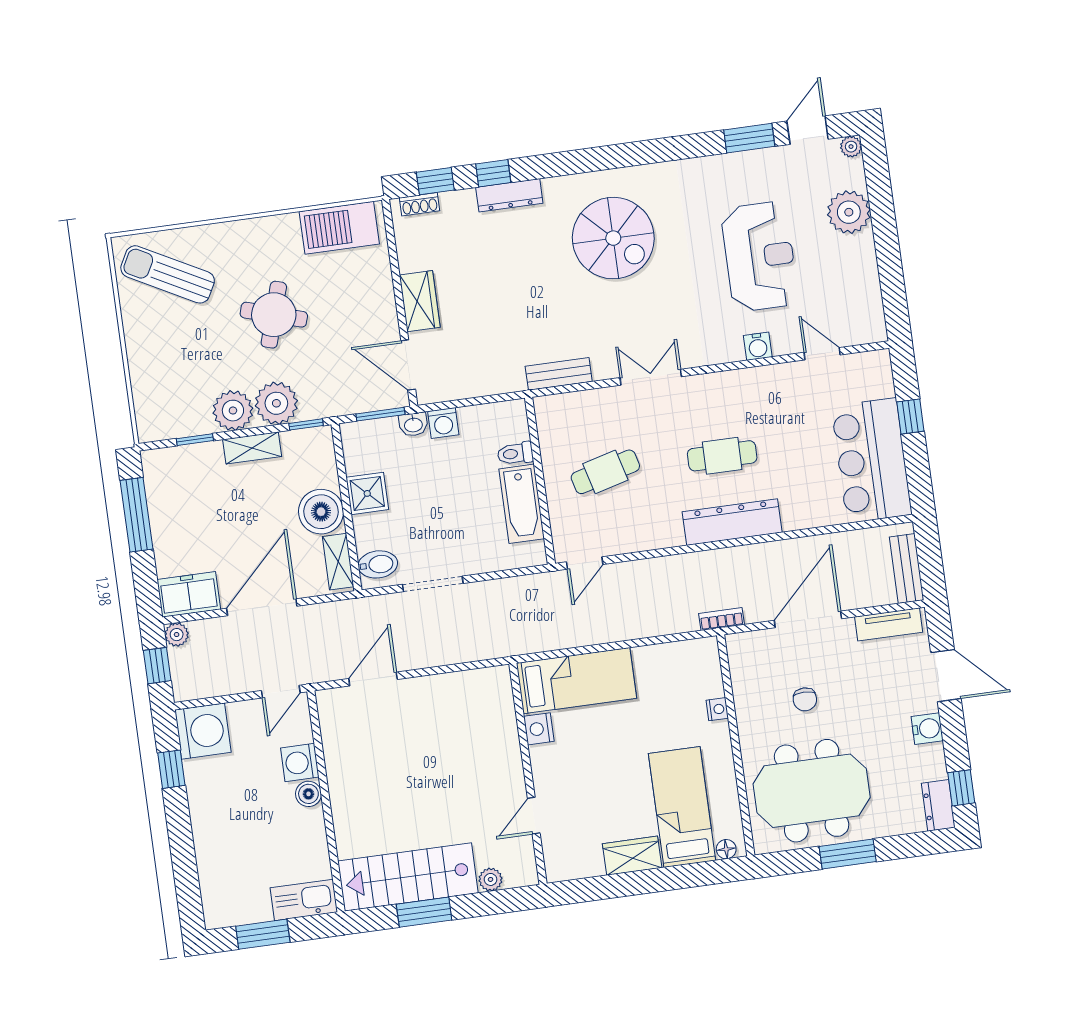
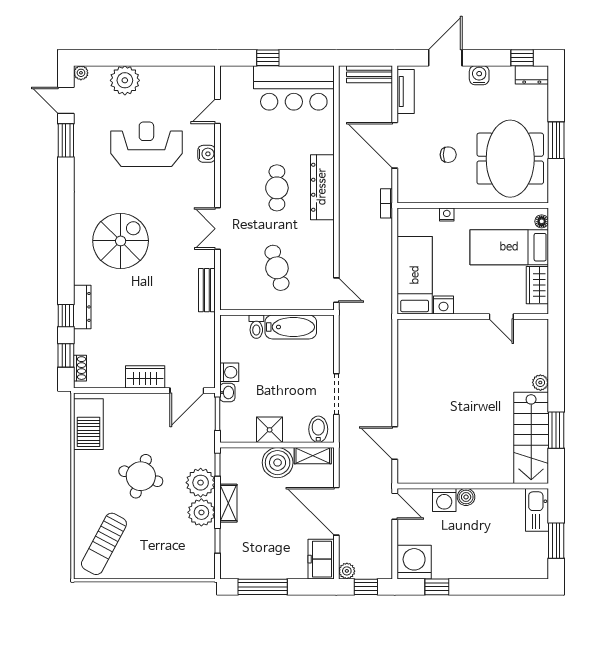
bed: (576, 681) -> (415, 275), moved
nightstand: (539, 729) -> (444, 305), moved
wall: (528, 774) -> (473, 316), moved
door: (534, 816) -> (501, 316), moved

